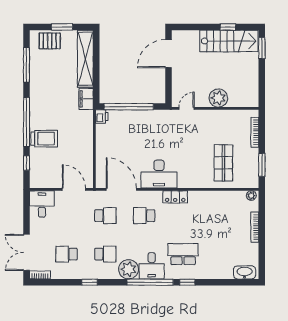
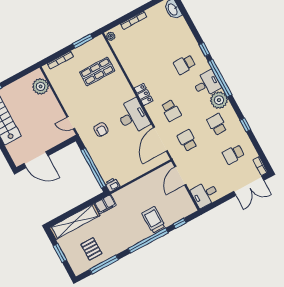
pallet: (50, 41) -> (91, 249), moved
plant: (218, 98) -> (41, 86), moved
armchair: (163, 135) -> (101, 130), added
school desk: (67, 254) -> (233, 154), turned 90
school desk: (183, 254) -> (184, 64), width x0.54

